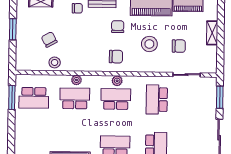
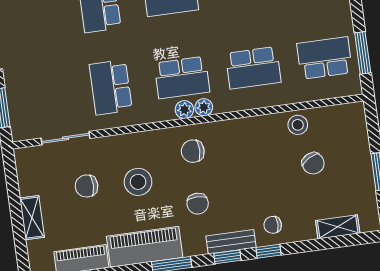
plant: (76, 80) -> (204, 107), moved
school desk: (157, 100) -> (111, 87), turned 180

